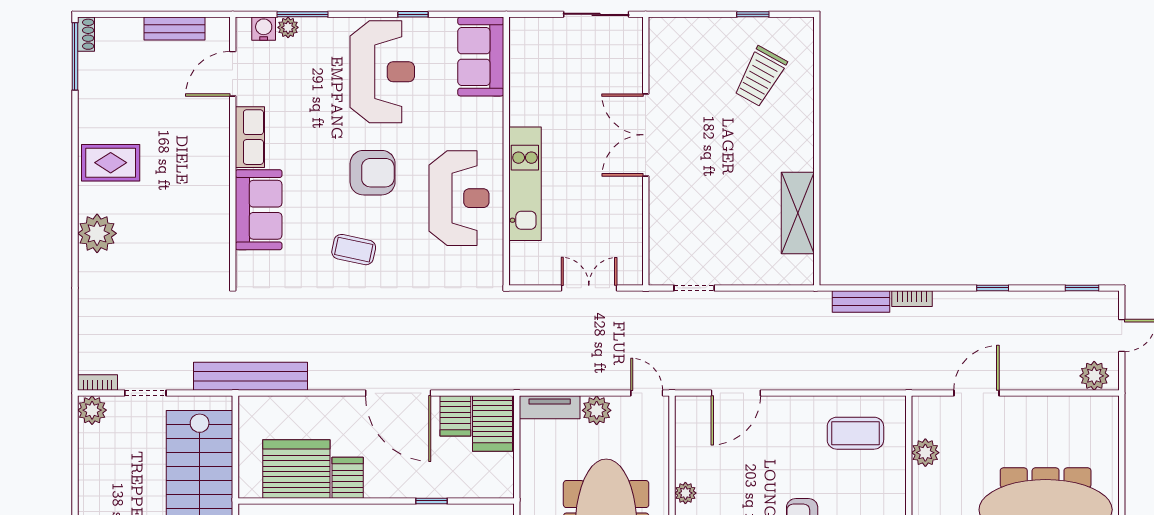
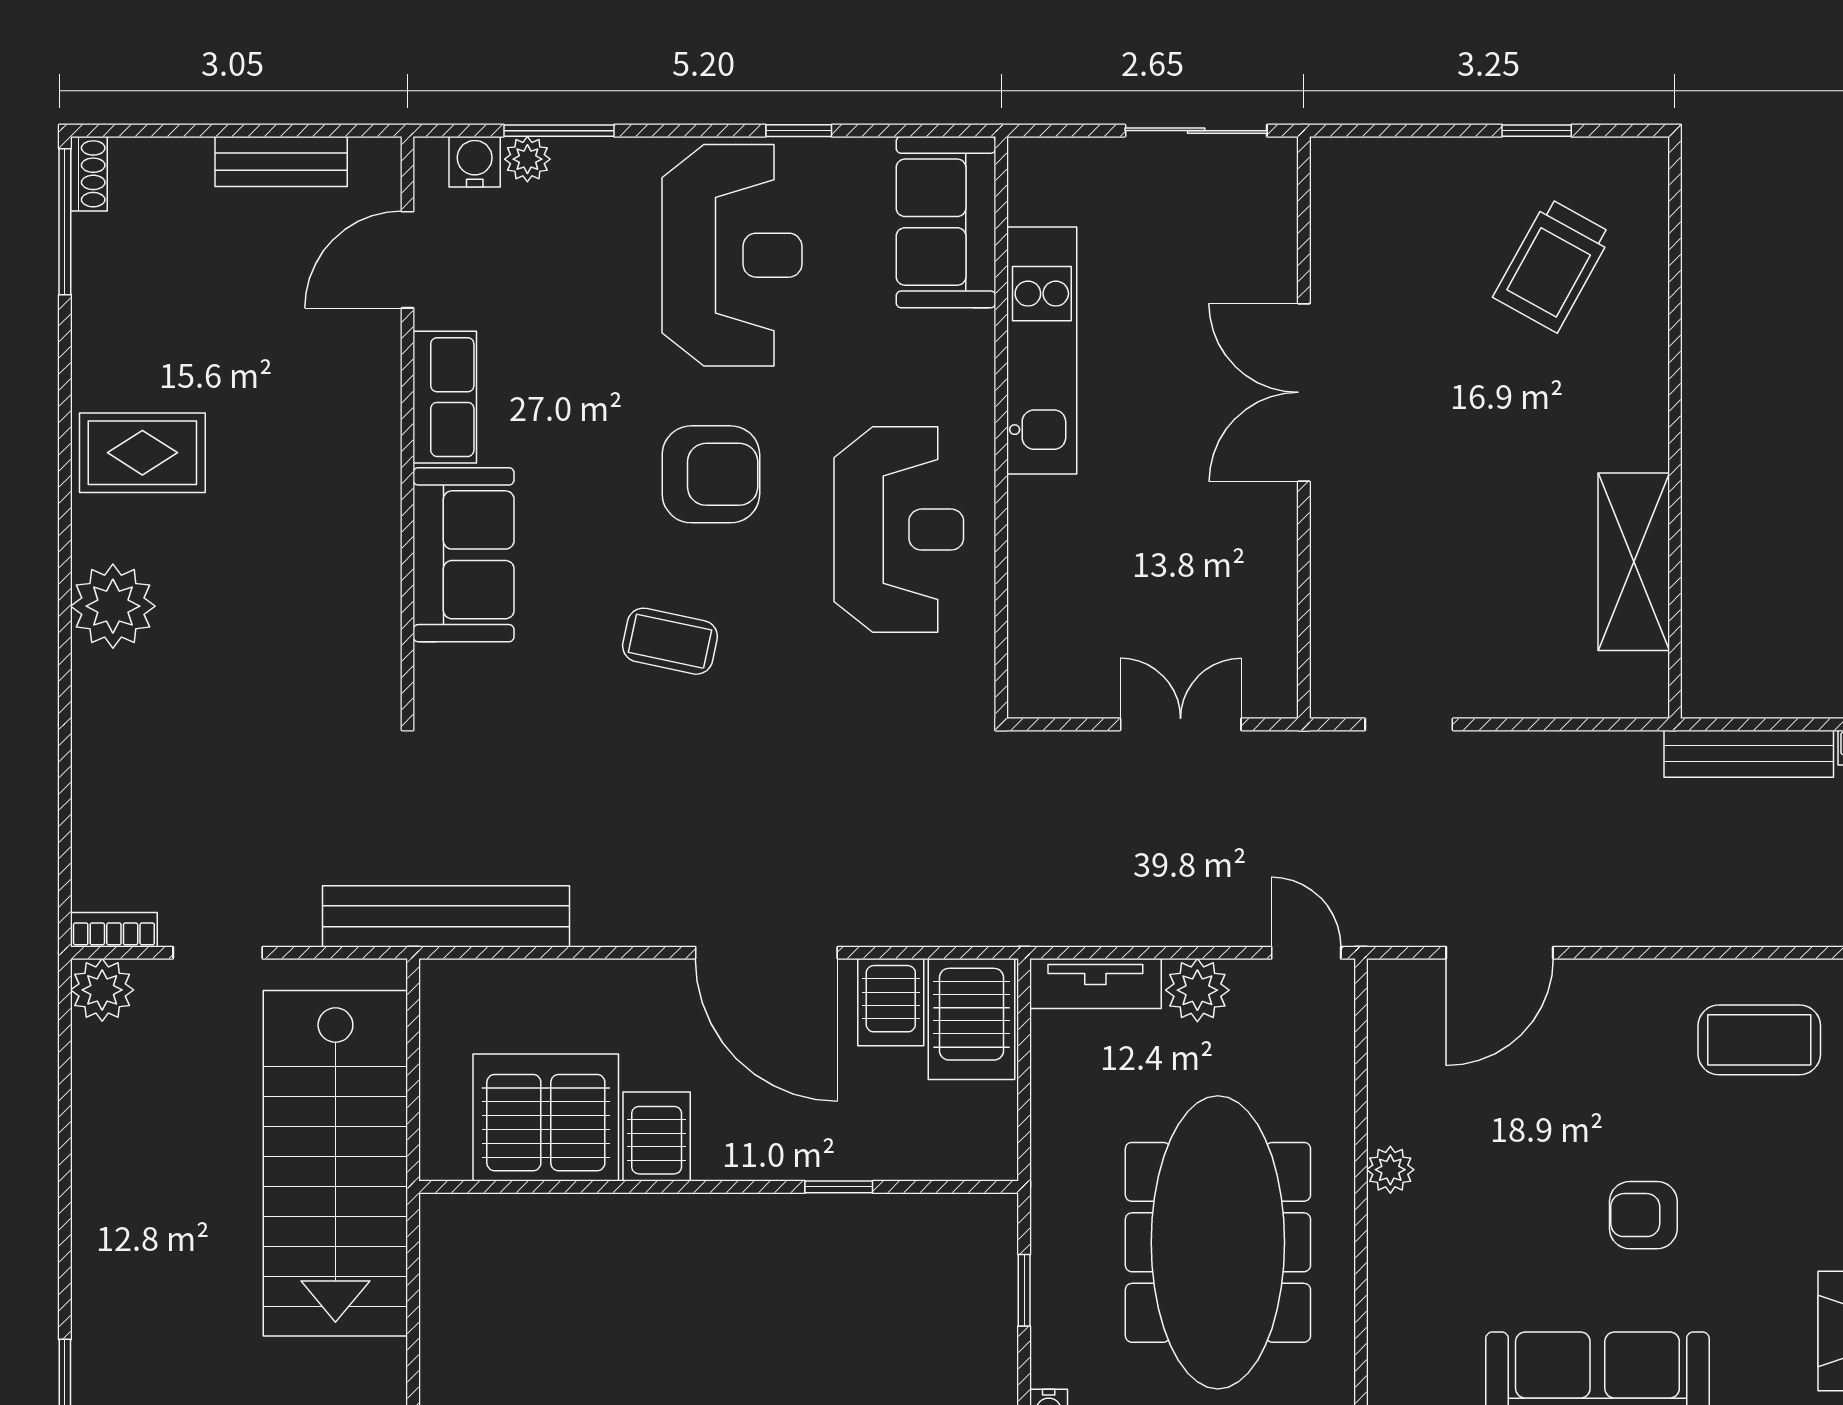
kitchen unit: (525, 184) -> (1042, 350), moved
bench: (861, 301) -> (1749, 754), width x1.36

